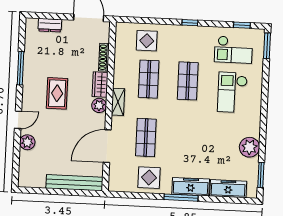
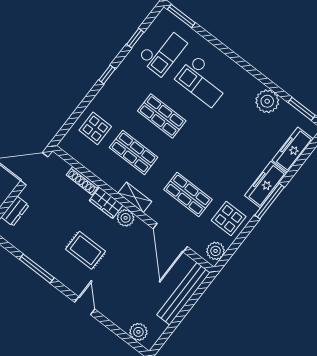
window: (242, 25) -> (135, 38), moved
plant: (27, 142) -> (138, 332), moved
plant: (120, 184) -> (216, 251), added

